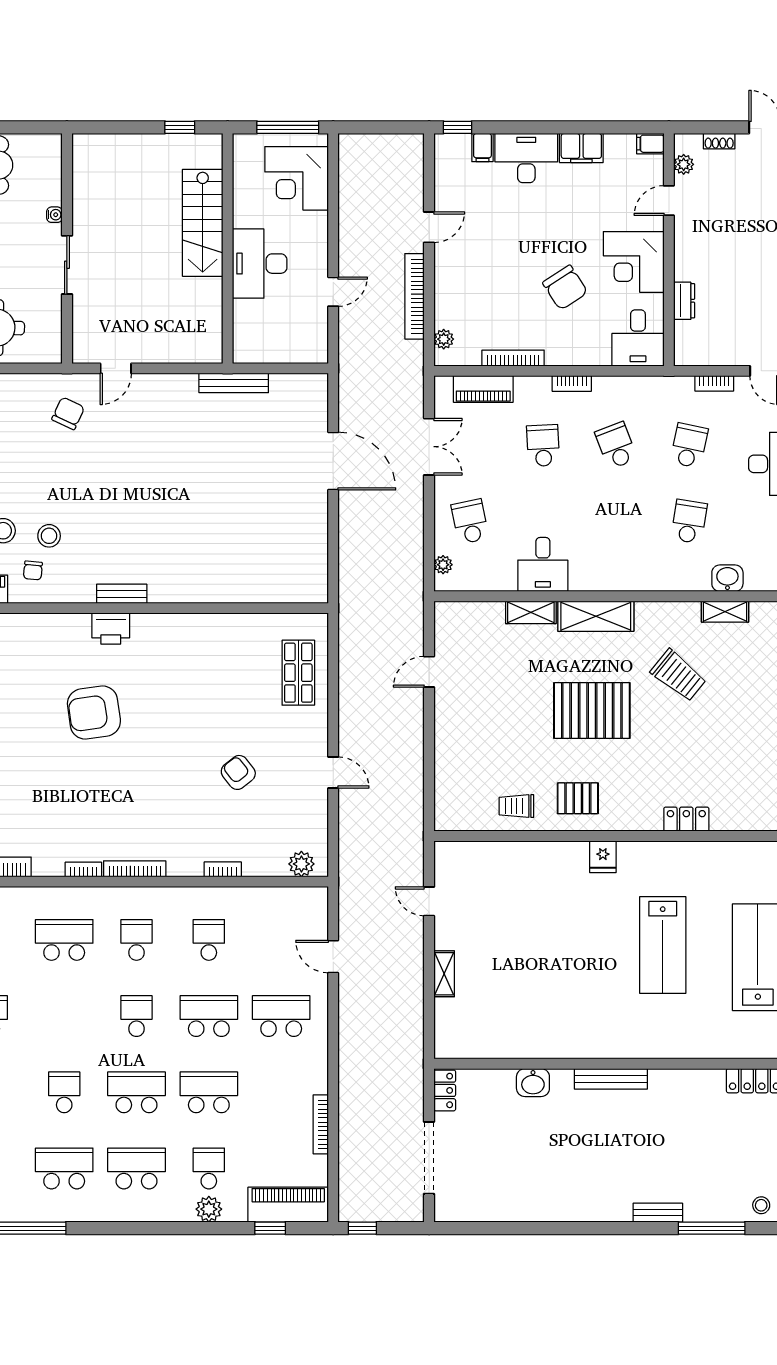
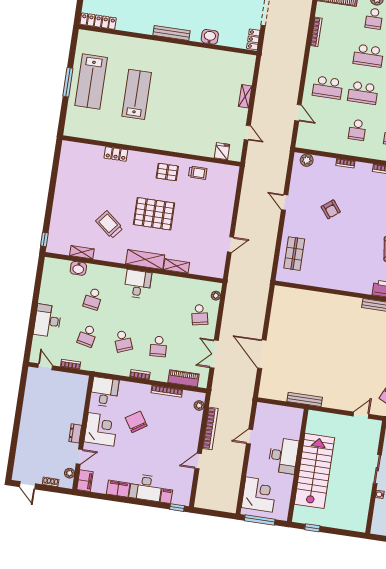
filing cabinet: (650, 144) -> (85, 481), width x2.00
stairs: (203, 223) -> (314, 471), width x1.36, depth x1.51
dresser: (684, 301) -> (75, 433), moved
desk: (543, 564) -> (138, 284), moved
fridge: (603, 857) -> (222, 151), moved

